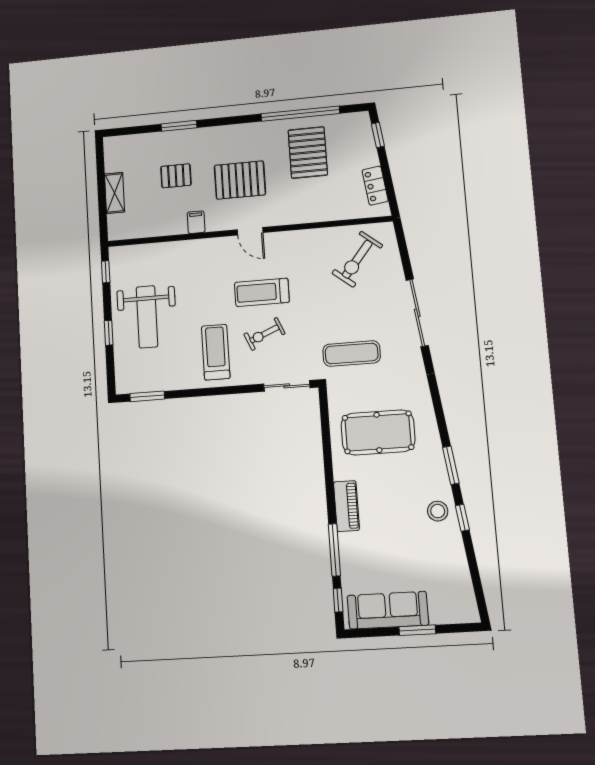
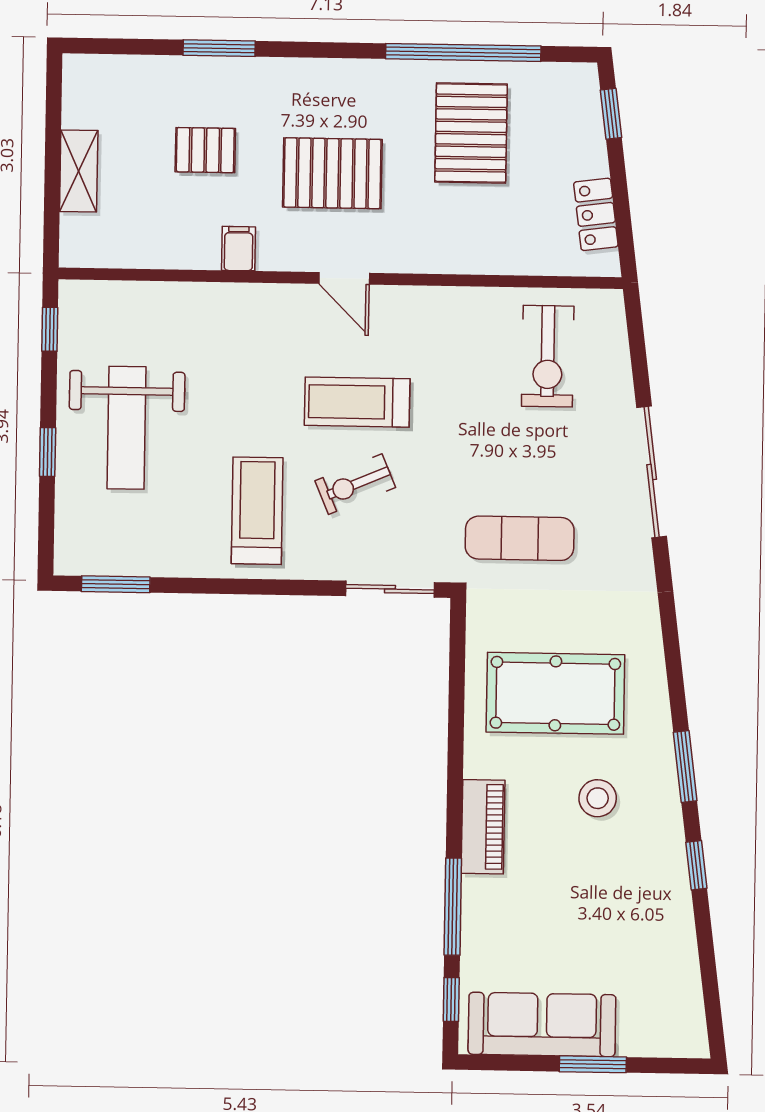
exercise bike: (357, 259) -> (548, 356), turned -39
stool: (438, 511) -> (598, 798), moved

